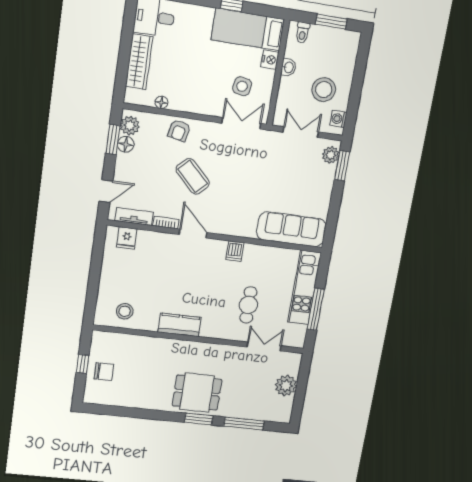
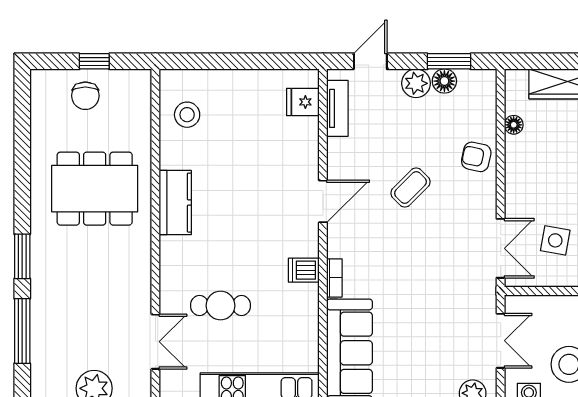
plant: (130, 126) -> (416, 83), moved
coffee table: (193, 176) -> (410, 187), width x0.73, depth x0.77
door: (106, 191) -> (370, 61), swing flipped
bookcase: (166, 223) -> (334, 278), moved
dining table: (197, 393) -> (95, 189), moved, width x1.38

